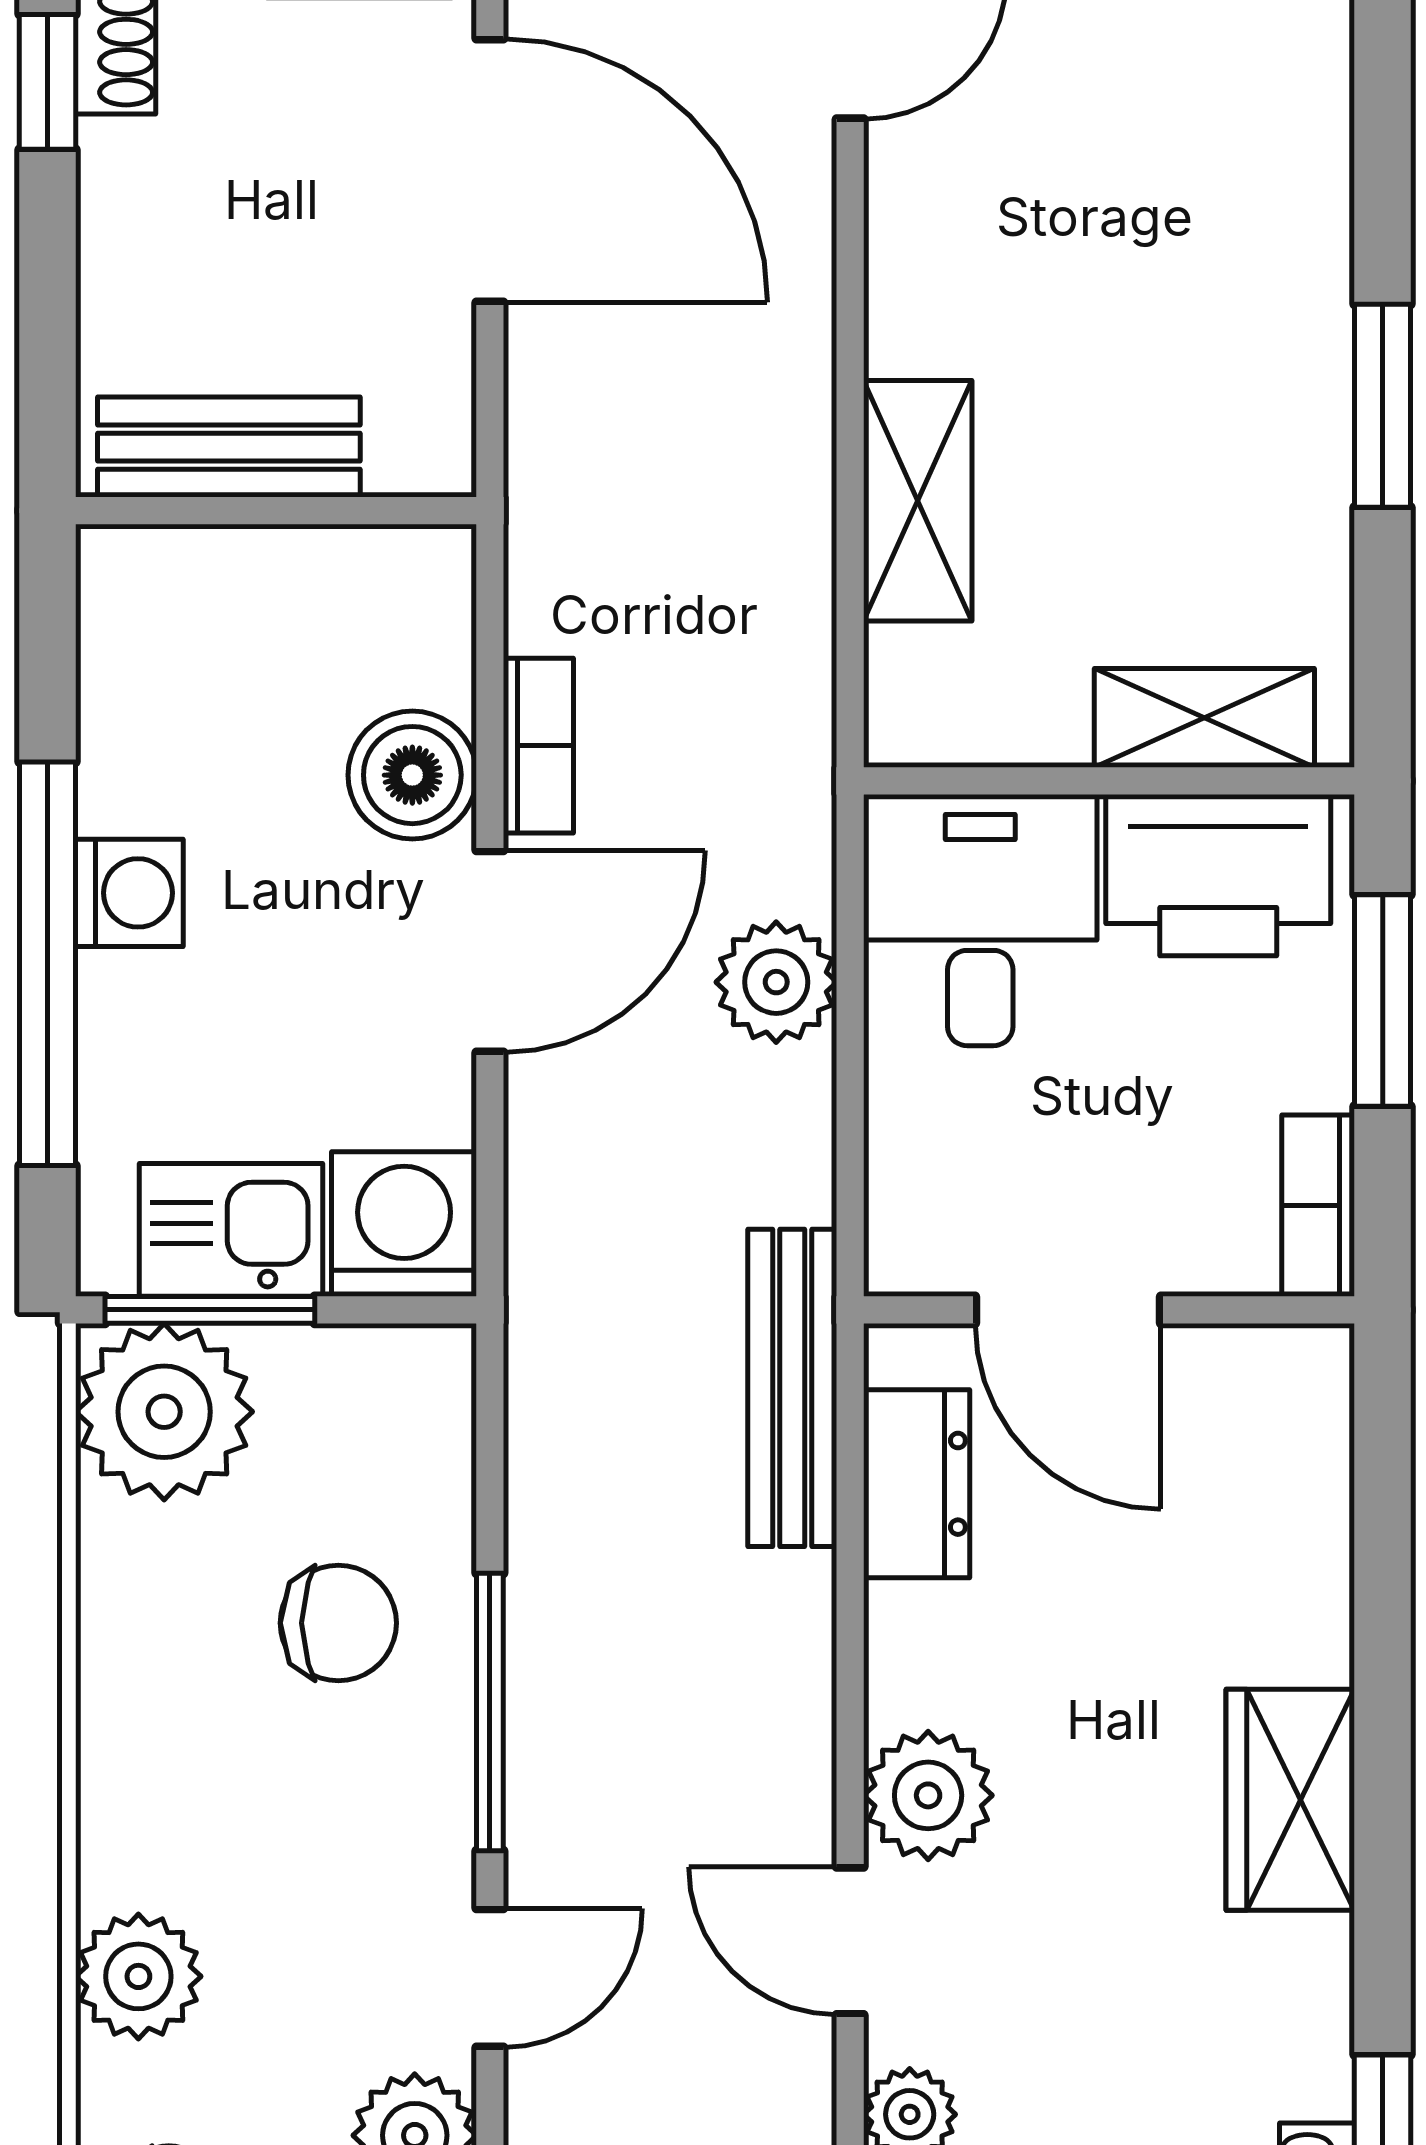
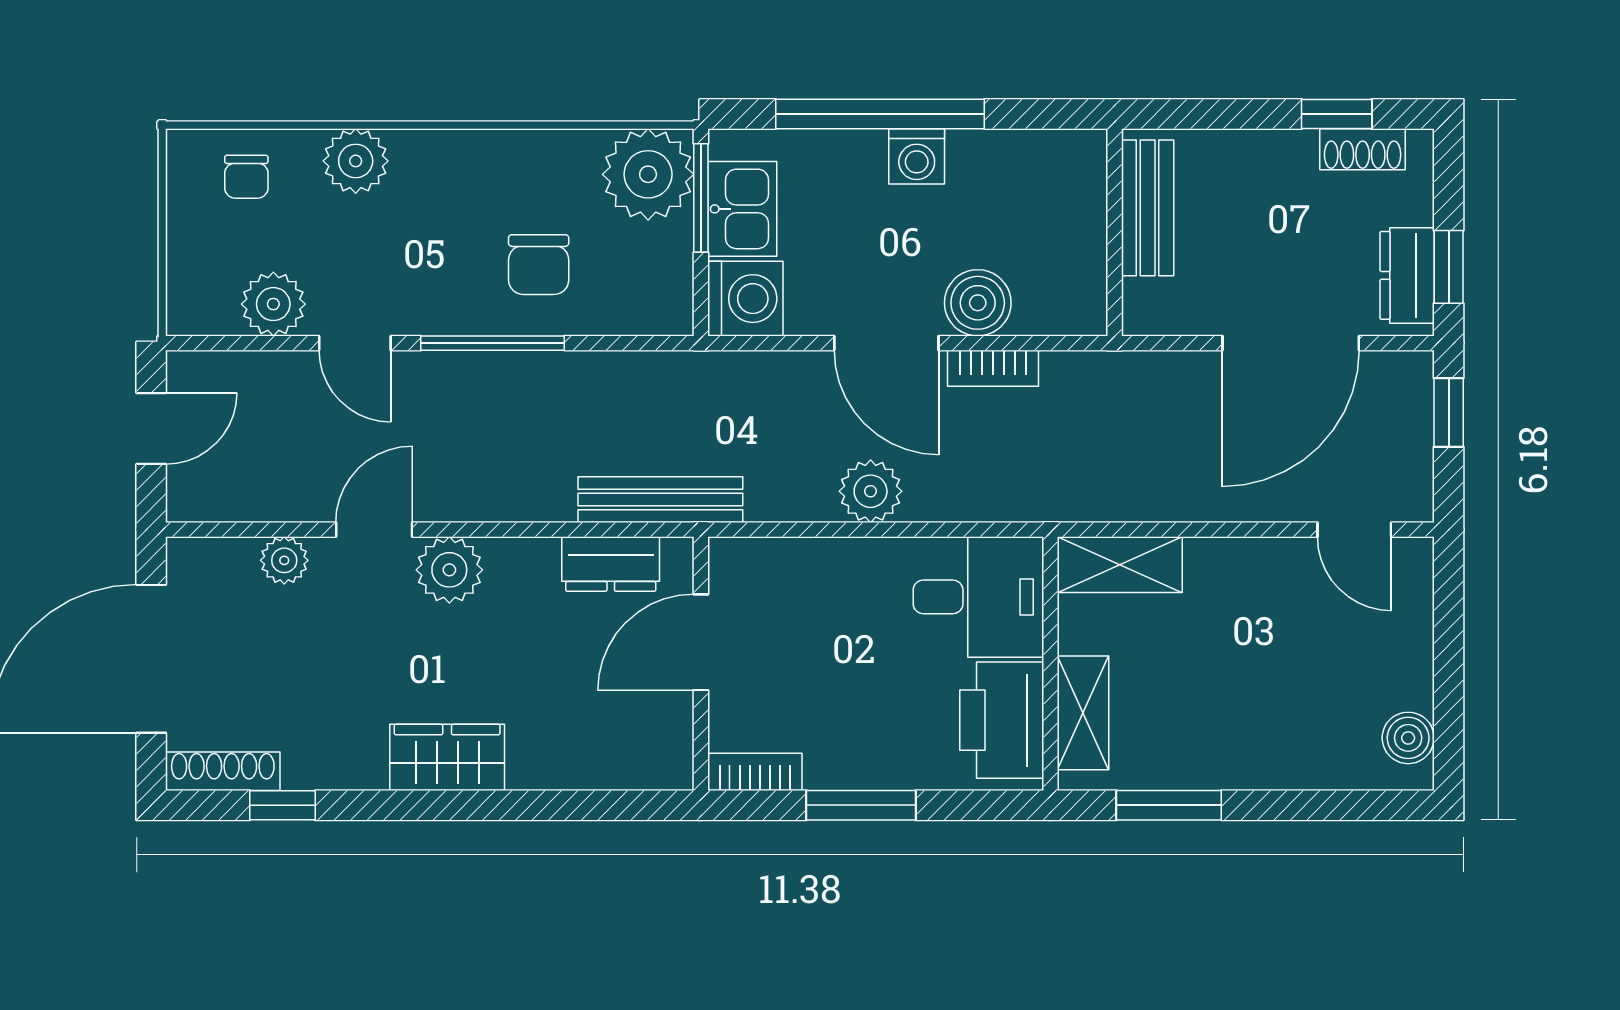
shelving: (1204, 718) -> (1083, 713), moved
wall: (1109, 781) -> (1050, 664), moved
printer: (1218, 875) -> (1002, 720), moved
desk: (980, 920) -> (978, 597), moved

